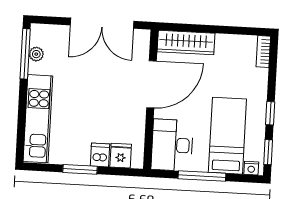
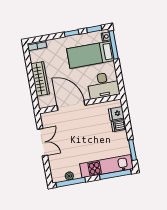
double door: (102, 23) -> (43, 142), width x0.73
wardrobe: (186, 43) -> (40, 79), moved
window: (21, 130) -> (115, 174), added
window: (80, 169) -> (132, 150), moved
window: (202, 176) -> (114, 45), moved

